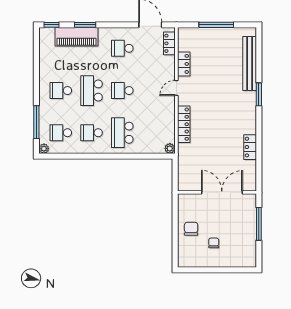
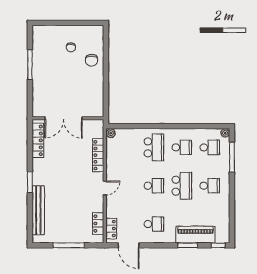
locker: (184, 64) -> (98, 223), moved
locker: (250, 147) -> (38, 140), width x1.53
wall: (217, 192) -> (68, 118), moved
double door: (222, 192) -> (63, 118), moved

